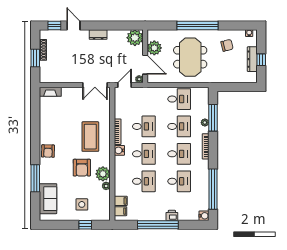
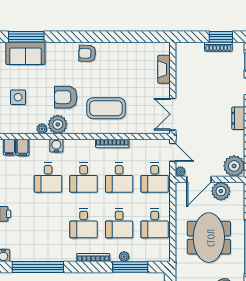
meeting table: (190, 57) -> (209, 238), turned 90
window: (35, 58) -> (221, 37), moved
fireplace: (50, 92) -> (164, 69), moved
water cooler: (119, 150) -> (56, 146), moved
window: (35, 178) -> (26, 37), moved
desk: (179, 181) -> (155, 178), moved

